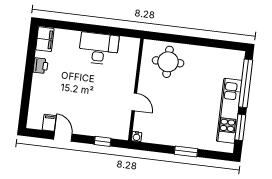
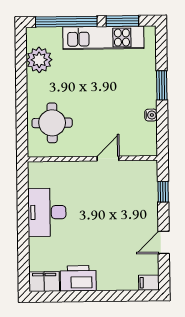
plant: (219, 58) -> (39, 60), added
printer: (41, 66) -> (78, 278), width x1.87, depth x1.48
filing cabinet: (49, 123) -> (149, 283), moved
water cooler: (137, 137) -> (151, 115), moved

